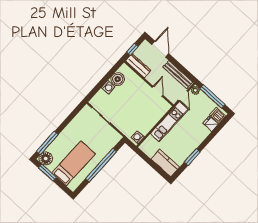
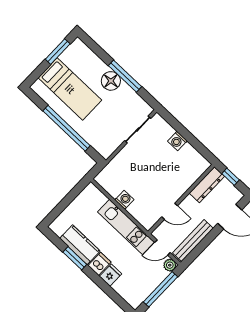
boiler: (118, 79) -> (188, 155), removed
dishwasher: (218, 115) -> (100, 264), moved
fridge: (211, 124) -> (111, 275), moved
washing machine: (138, 137) -> (124, 200), moved
window: (47, 143) -> (125, 76), moved
floor lamp: (46, 159) -> (111, 81), moved
kitchen counter: (165, 163) -> (80, 245), moved, turned -90

